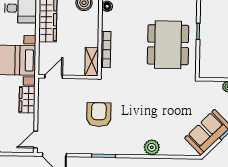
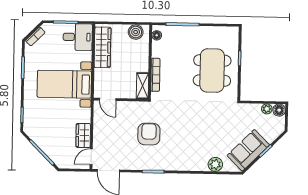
door: (54, 77) -> (108, 99), swing flipped
wardrobe: (27, 100) -> (83, 135), moved
plant: (152, 147) -> (215, 164), moved

